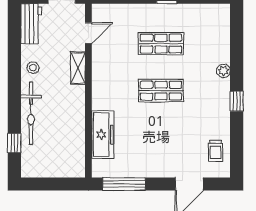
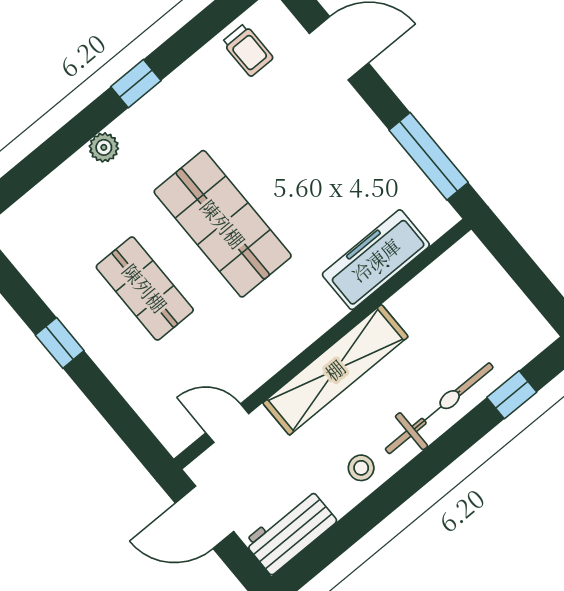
shelving: (78, 68) -> (335, 370), width x2.20, depth x1.33
shop shelf: (161, 91) -> (223, 224), width x1.43, depth x1.36
trolley: (216, 151) -> (248, 50), turned 90

